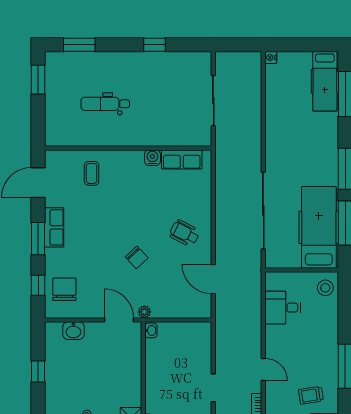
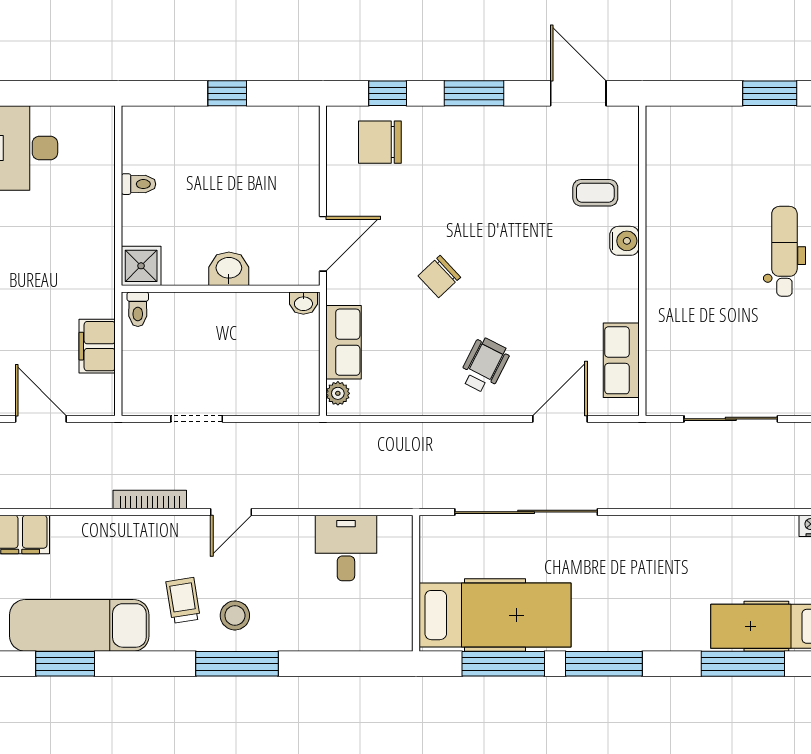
dental chair: (105, 104) -> (784, 251), moved
water cooler: (152, 158) -> (625, 241), moved
row of seats: (54, 227) -> (344, 342), moved, turned -90
door: (213, 279) -> (560, 419), moved
stool: (325, 288) -> (235, 615), moved
chair: (64, 289) -> (380, 142), turned 180
plant: (144, 312) -> (338, 393), moved
washbasin: (73, 331) -> (229, 269), moved, turned 90

